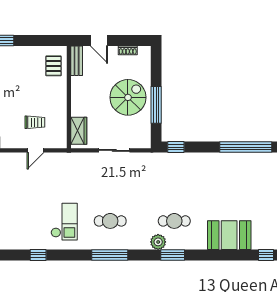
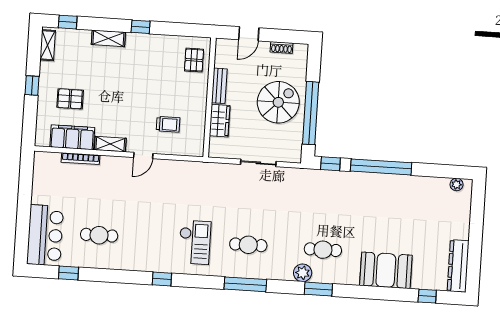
door: (99, 40) -> (249, 34), hinge flipped
bench: (77, 61) -> (219, 86), moved
window: (156, 105) -> (311, 113), width x1.46
wardrobe: (79, 131) -> (220, 121), moved
window: (246, 147) -> (381, 167), moved
door: (36, 150) -> (143, 155), moved

